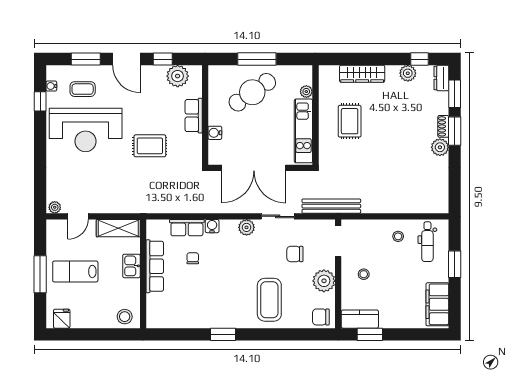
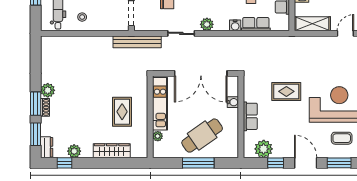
double door: (254, 168) -> (201, 73), swing flipped

